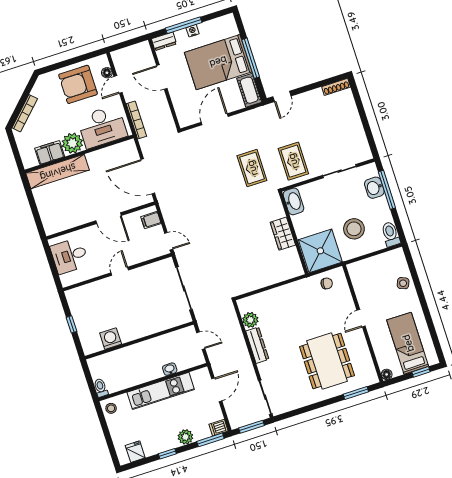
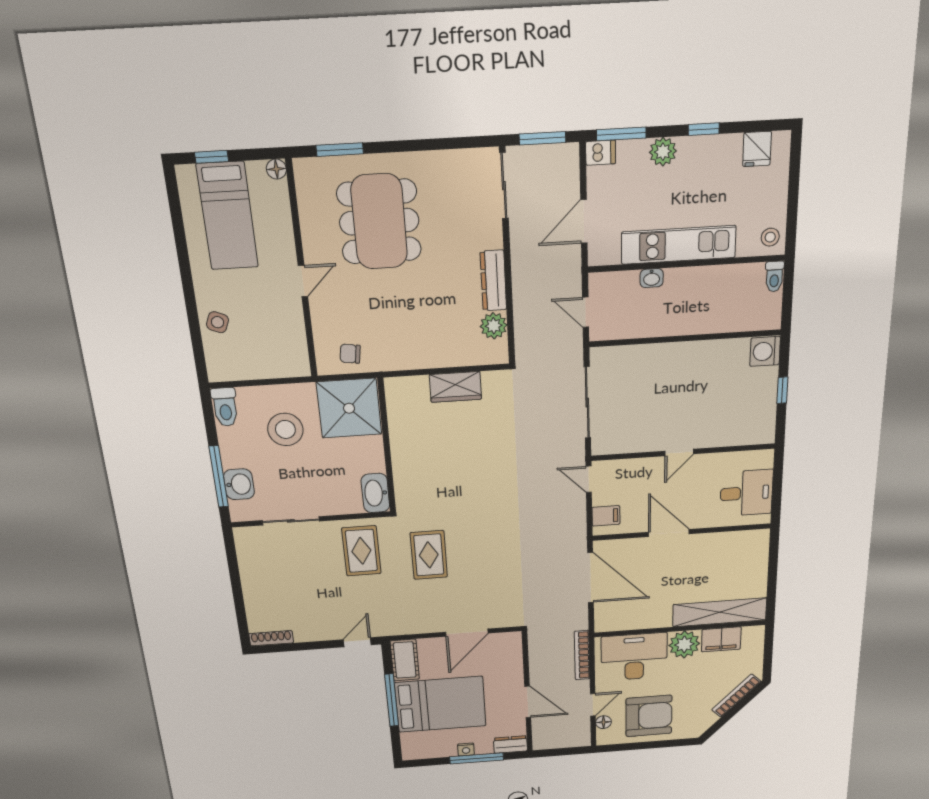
wardrobe: (283, 234) -> (455, 387), moved, turned 90
washing machine: (111, 339) -> (765, 351), moved, turned 90

